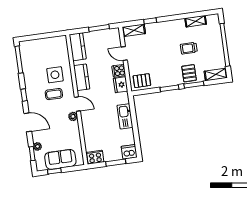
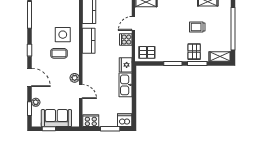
door: (124, 54) -> (133, 23), hinge flipped
fridge: (121, 85) -> (126, 65), moved
door: (77, 104) -> (81, 91), moved

